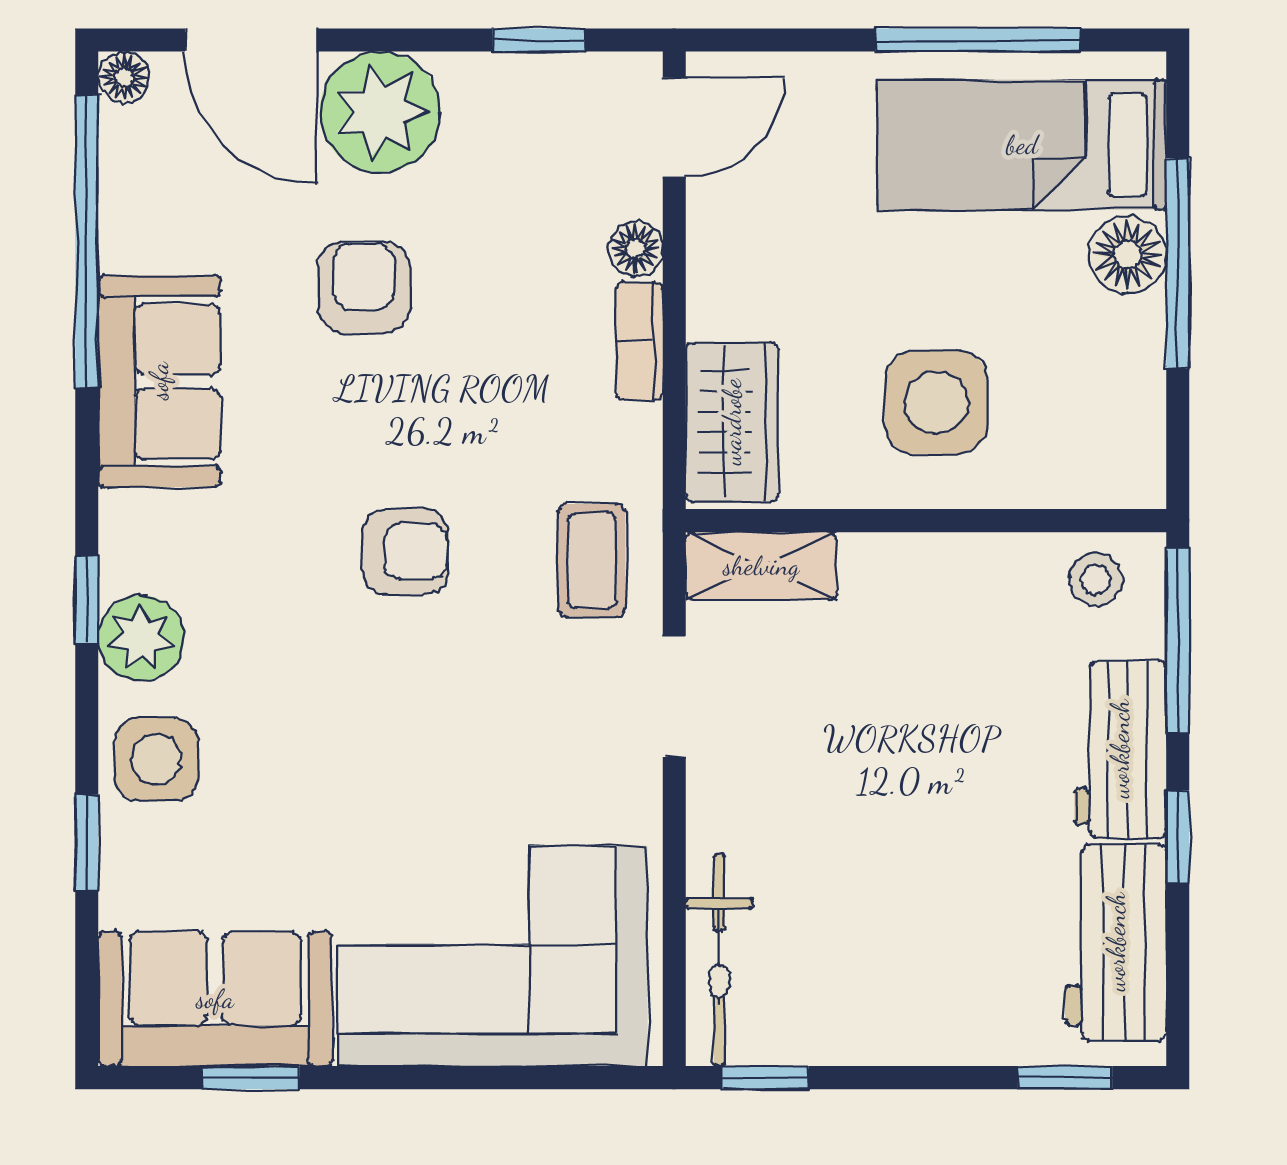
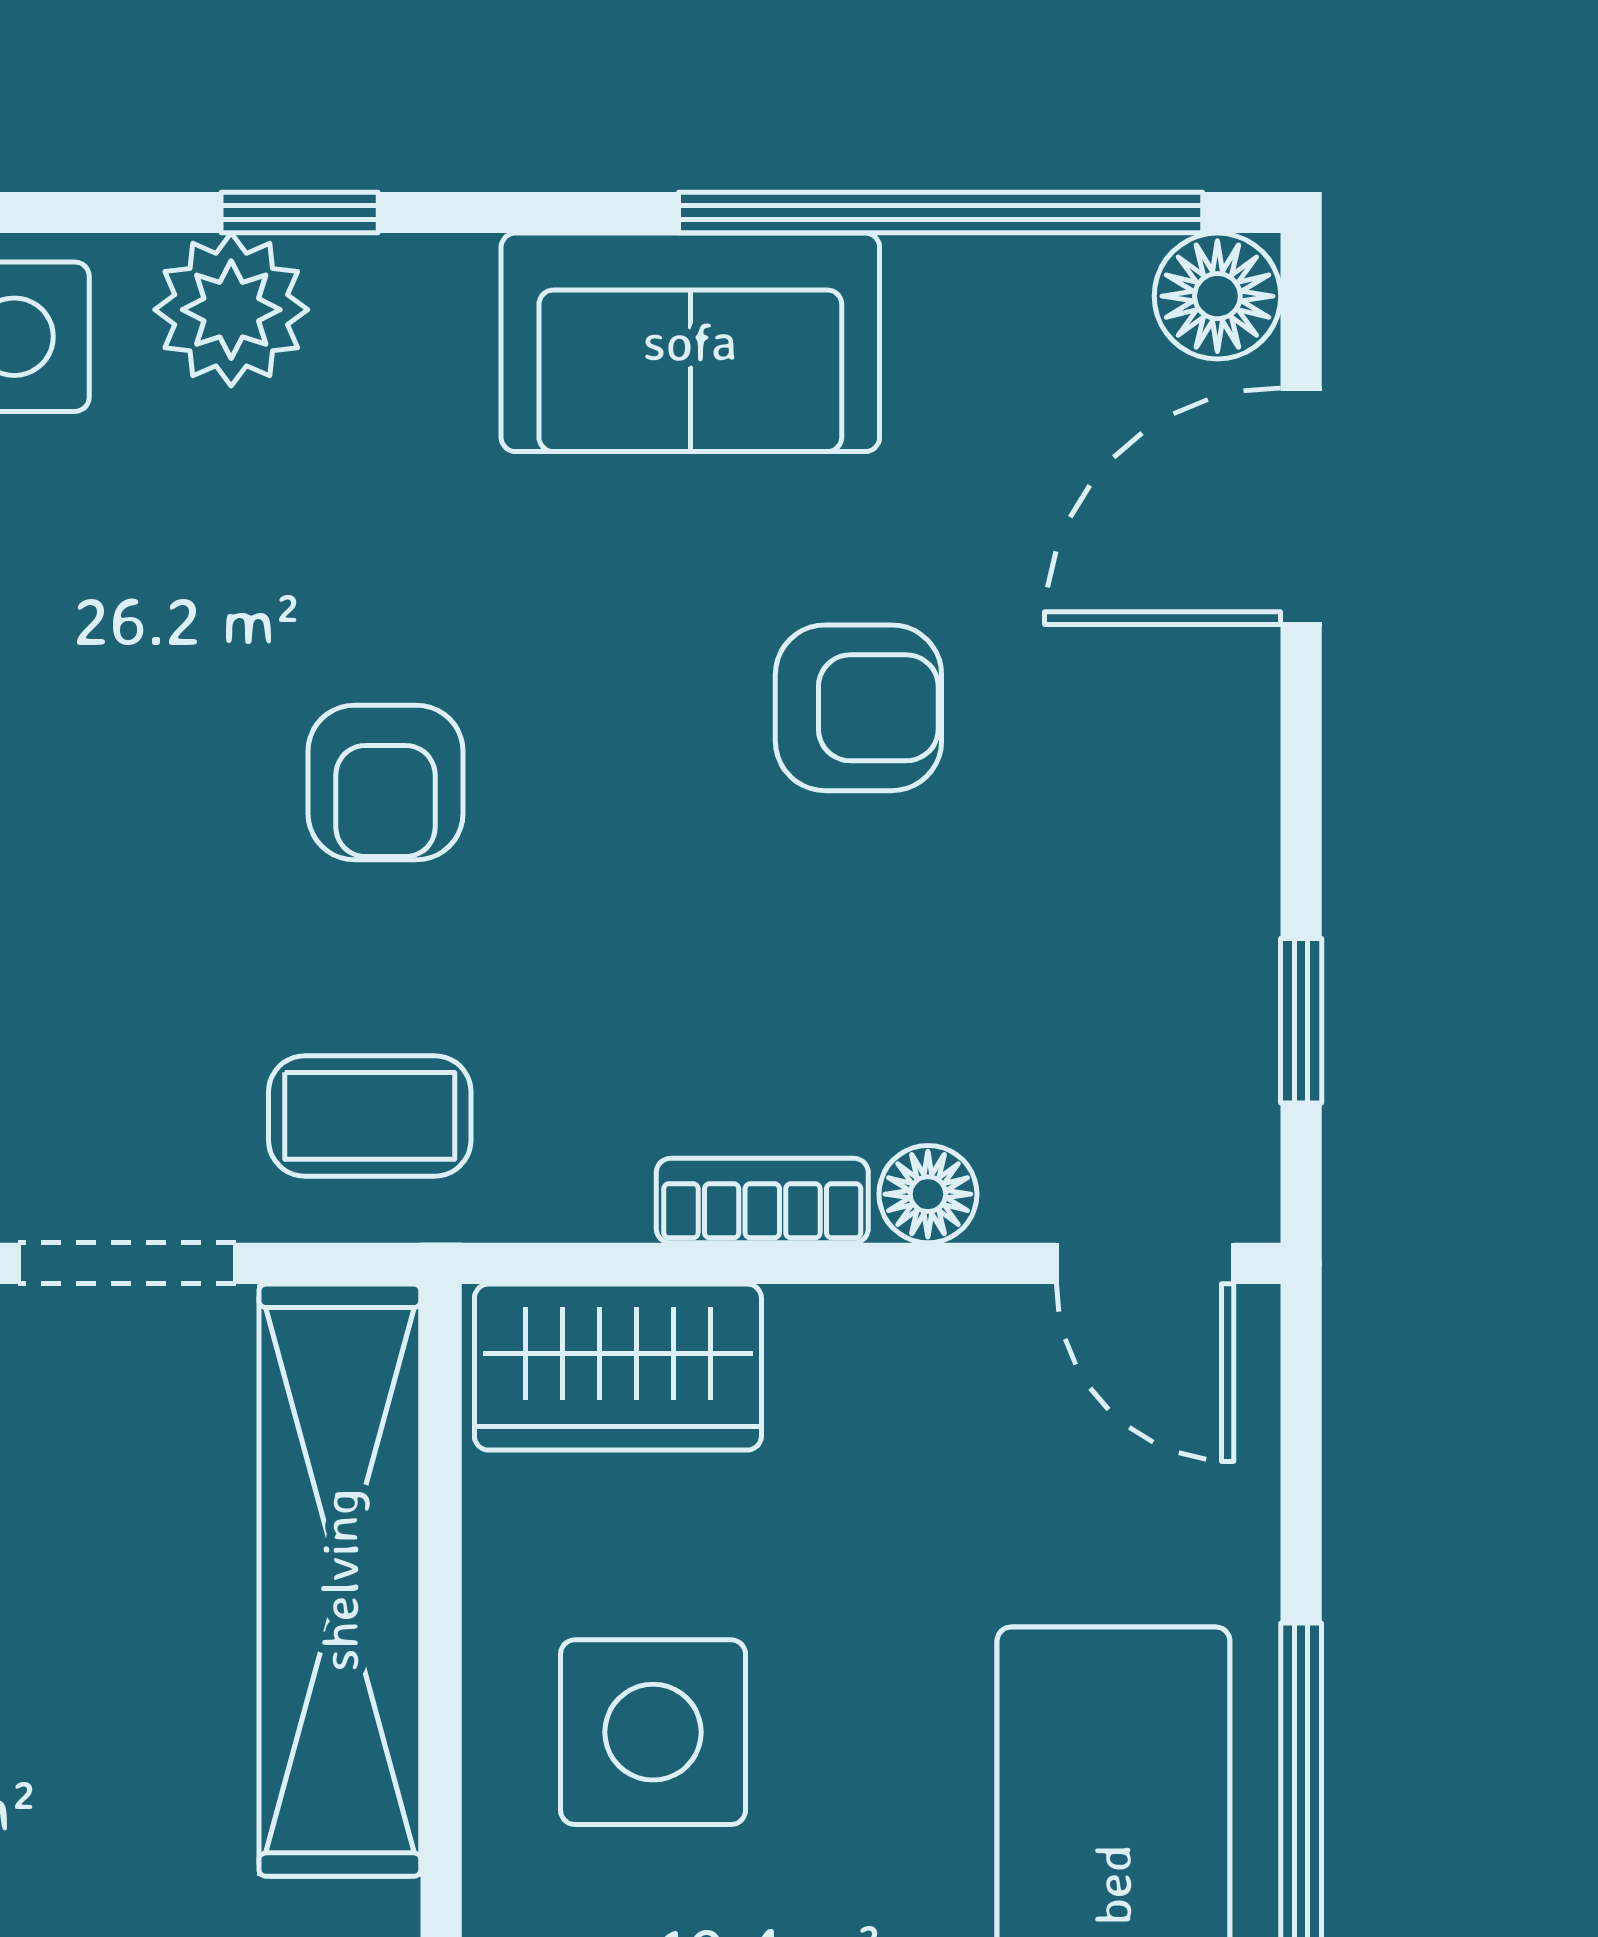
floor lamp: (124, 77) -> (1217, 296), width x1.37, depth x1.37
plant: (380, 112) -> (1173, 738), removed
shelving: (761, 566) -> (340, 1580), width x2.20, depth x1.33

